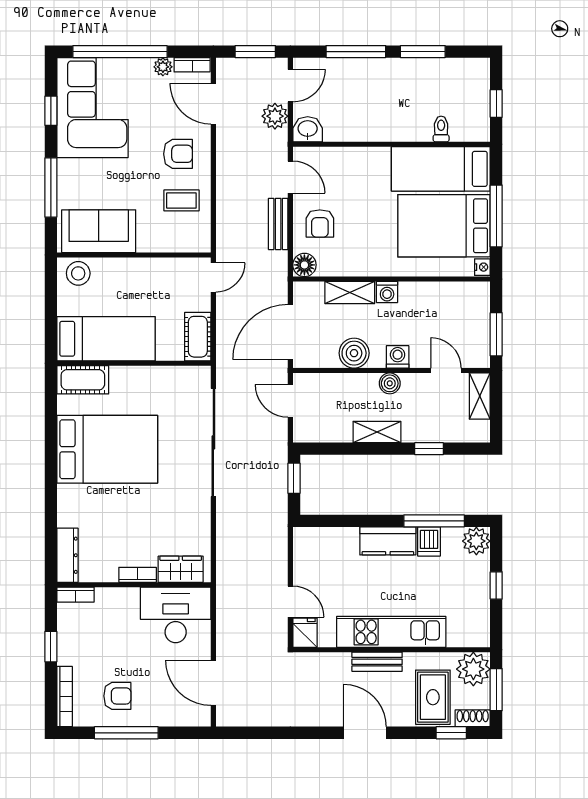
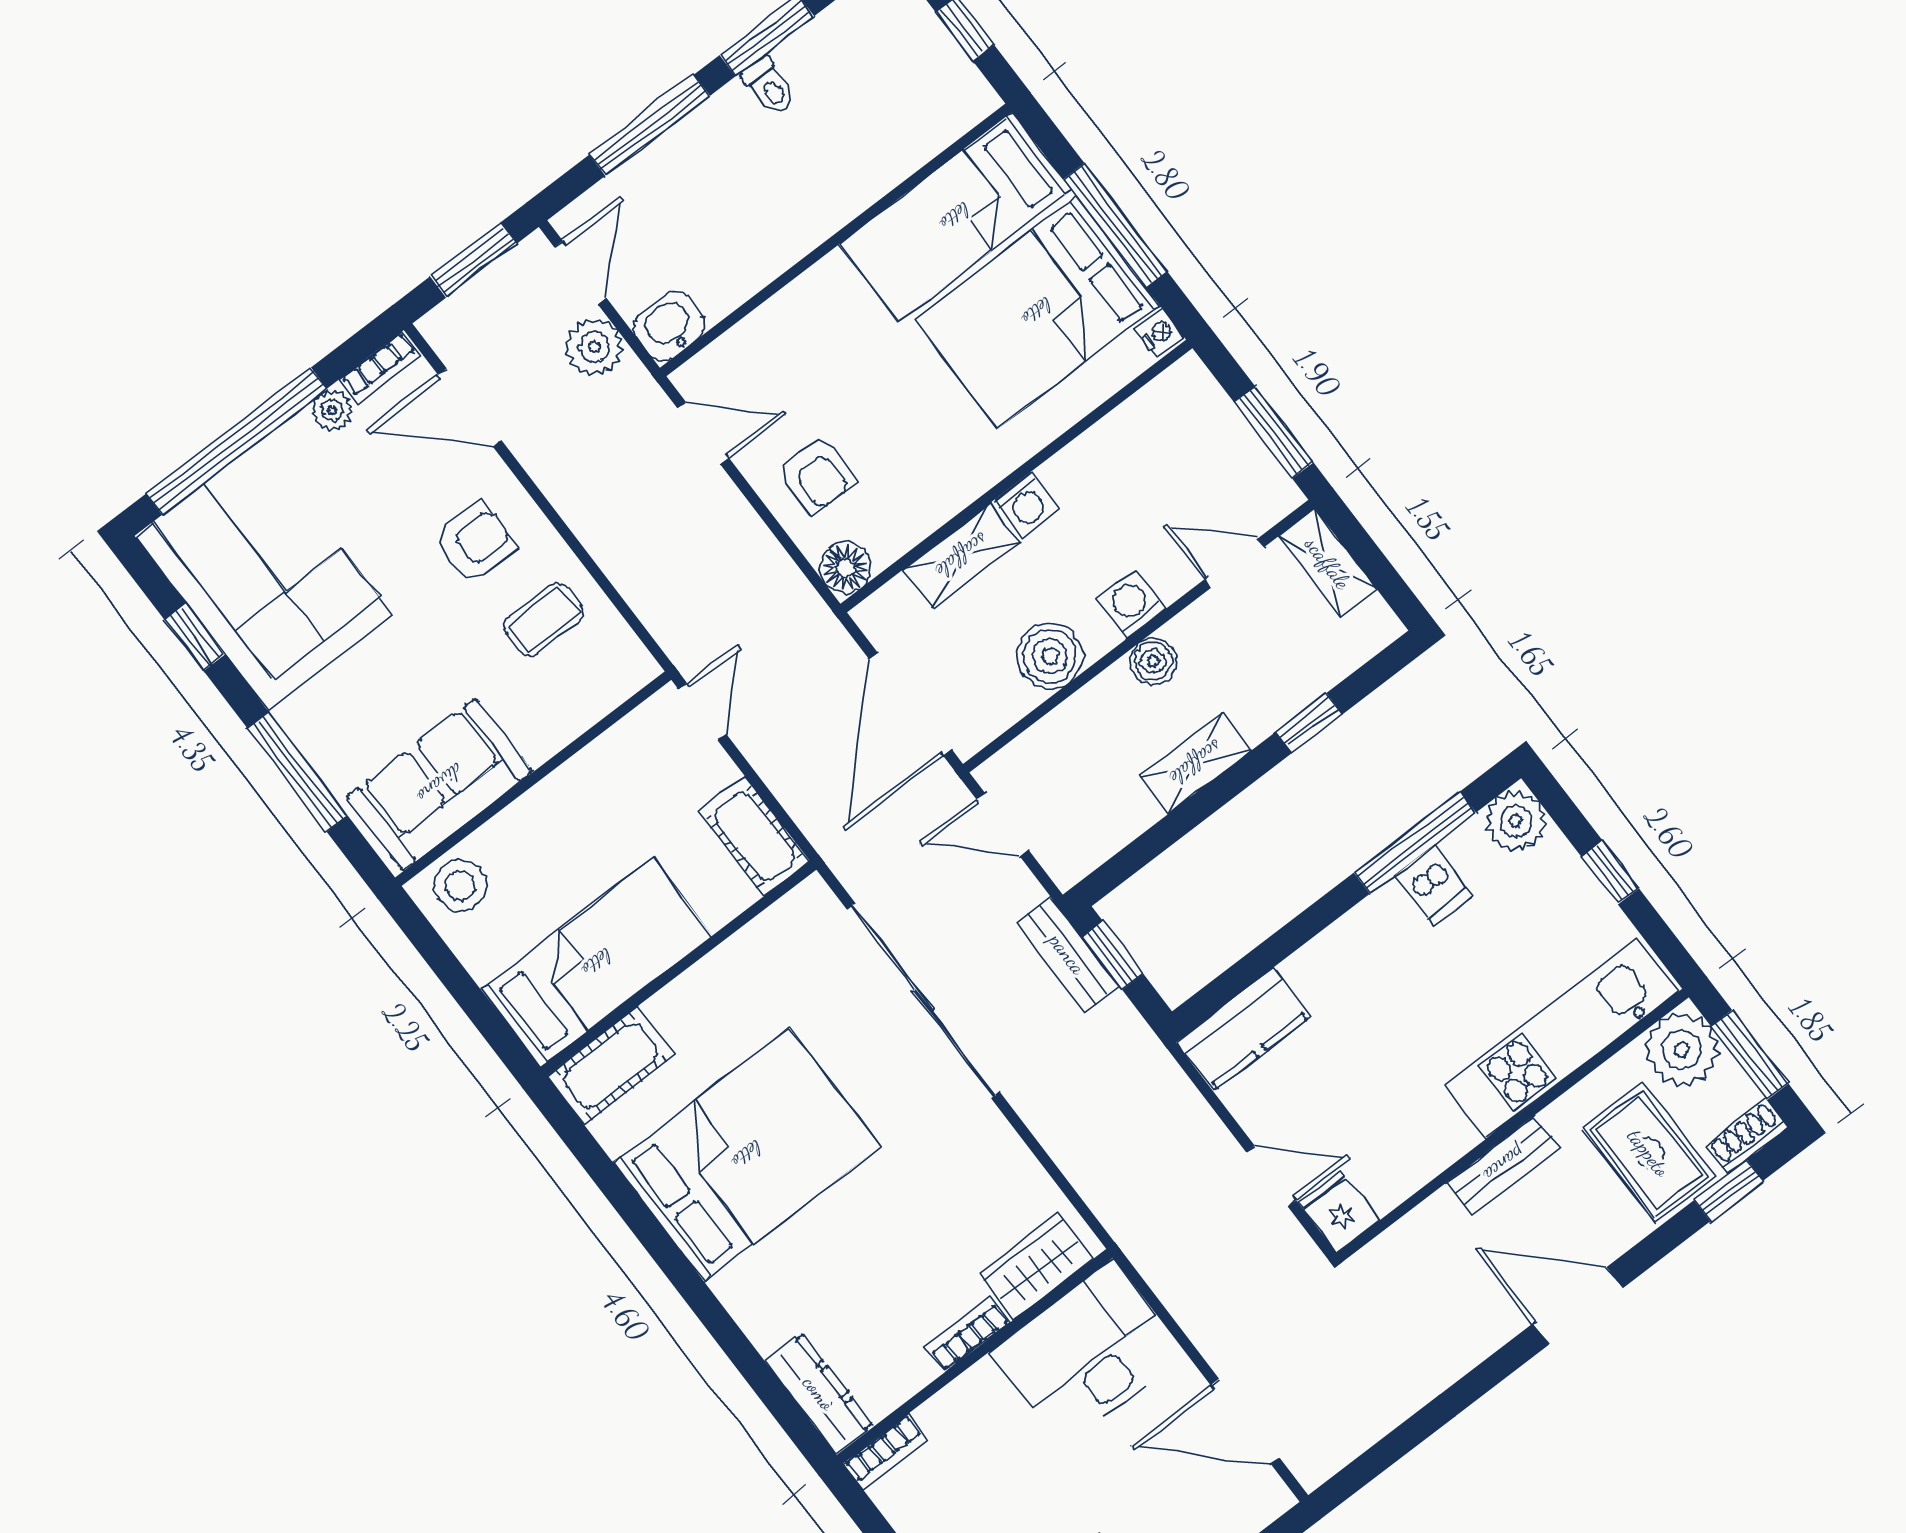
toilet: (441, 129) -> (769, 86), moved, turned 180
bench: (278, 224) -> (1068, 954), moved
kitchen counter: (388, 541) -> (1243, 1029), moved
kitchen unit: (391, 632) -> (1561, 1039), moved

